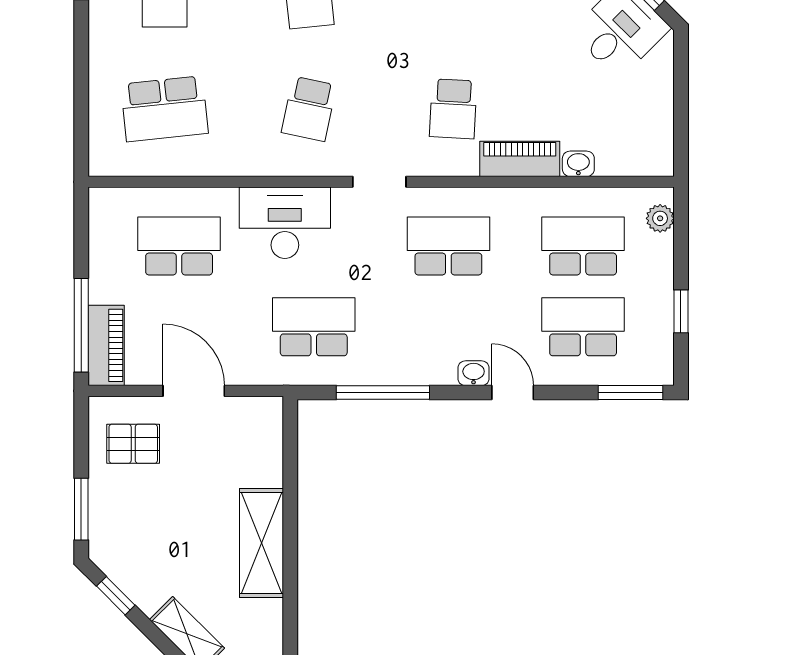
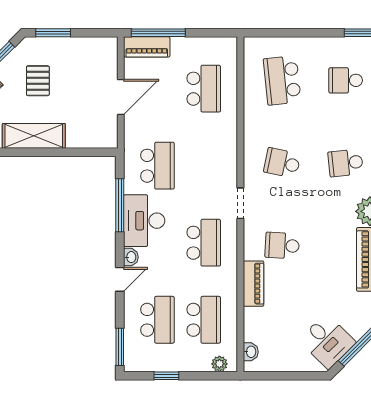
washbasin: (578, 164) -> (251, 352), moved
desk: (285, 223) -> (144, 221), moved, turned 180
pallet: (133, 444) -> (38, 81), moved

